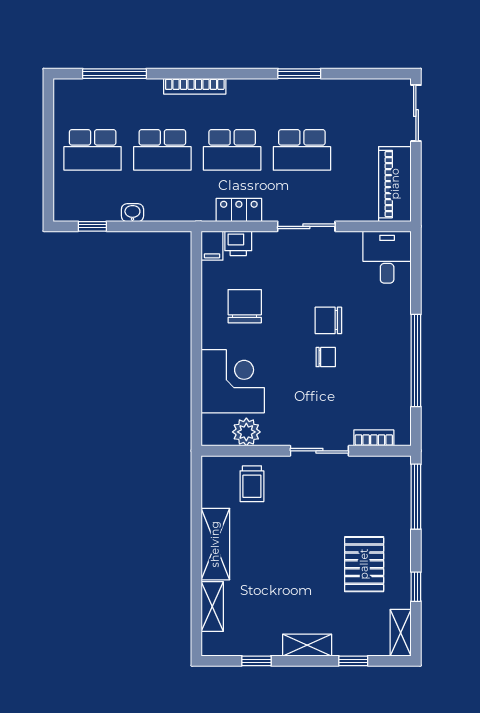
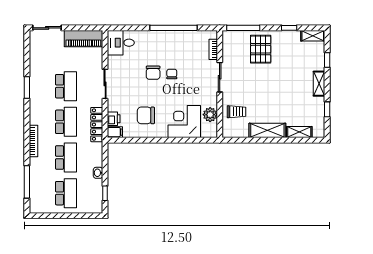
locker: (239, 210) -> (97, 125), width x1.53
pallet: (364, 564) -> (261, 49), moved, turned 90

